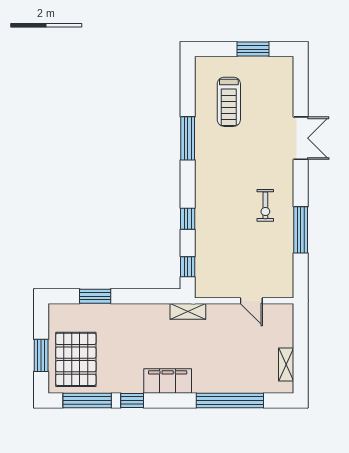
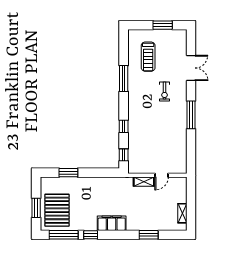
double door: (301, 138) -> (191, 68), moved
exercise bike: (265, 205) -> (165, 91), moved
window: (301, 230) -> (191, 115), moved
door: (251, 301) -> (162, 175), hinge flipped
shelving: (188, 311) -> (144, 182), moved
window: (230, 400) -> (149, 235), width x0.47

